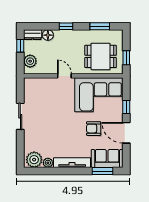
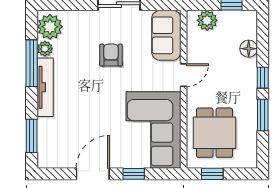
window: (100, 26) -> (263, 115), moved
dresser: (33, 35) -> (249, 24), removed
armchair: (94, 129) -> (111, 55), moved
sofa: (107, 158) -> (166, 35), moved, turned 180
window: (57, 171) -> (32, 63), added

